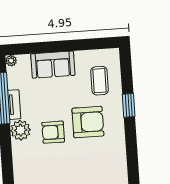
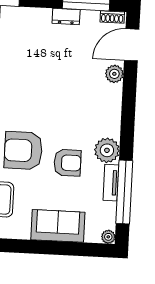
armchair: (53, 132) -> (67, 163), moved

